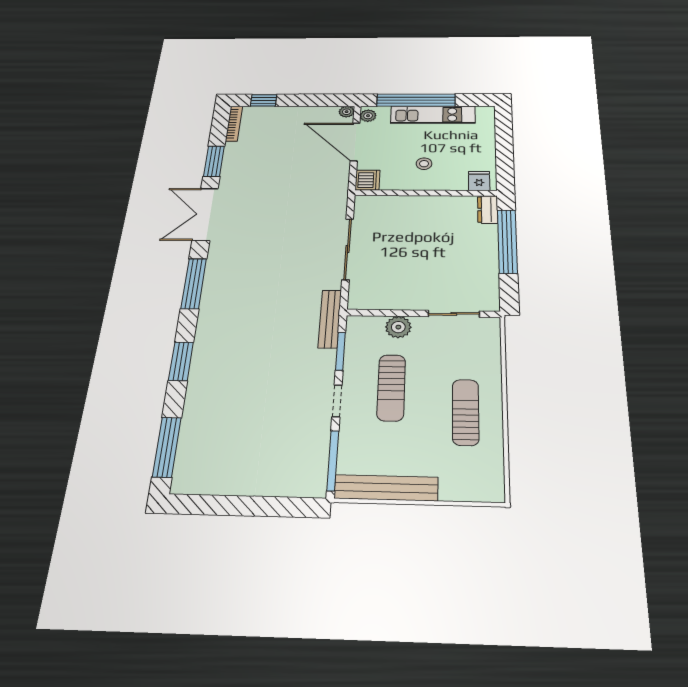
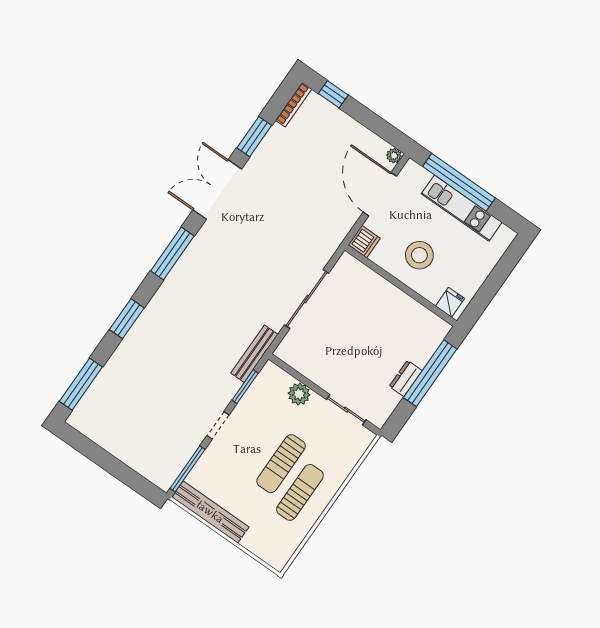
plant: (368, 116) -> (409, 172), removed
stool: (424, 164) -> (419, 255), width x1.89, depth x1.89
dresser: (488, 210) -> (406, 379), moved
sun lounger: (391, 388) -> (281, 464), moved

